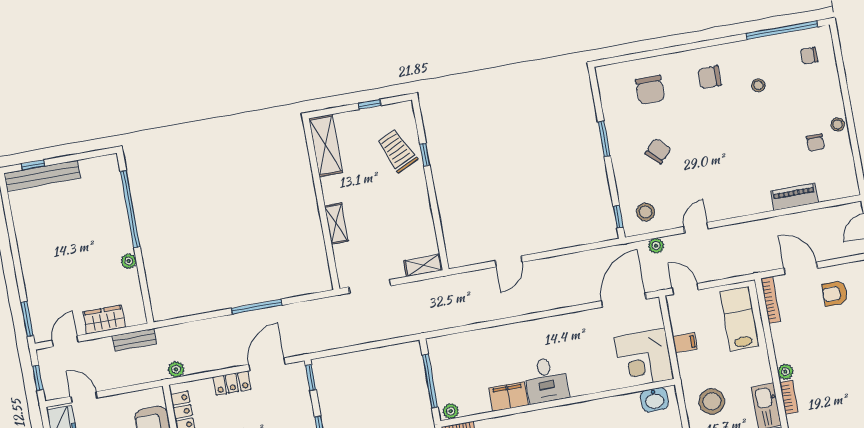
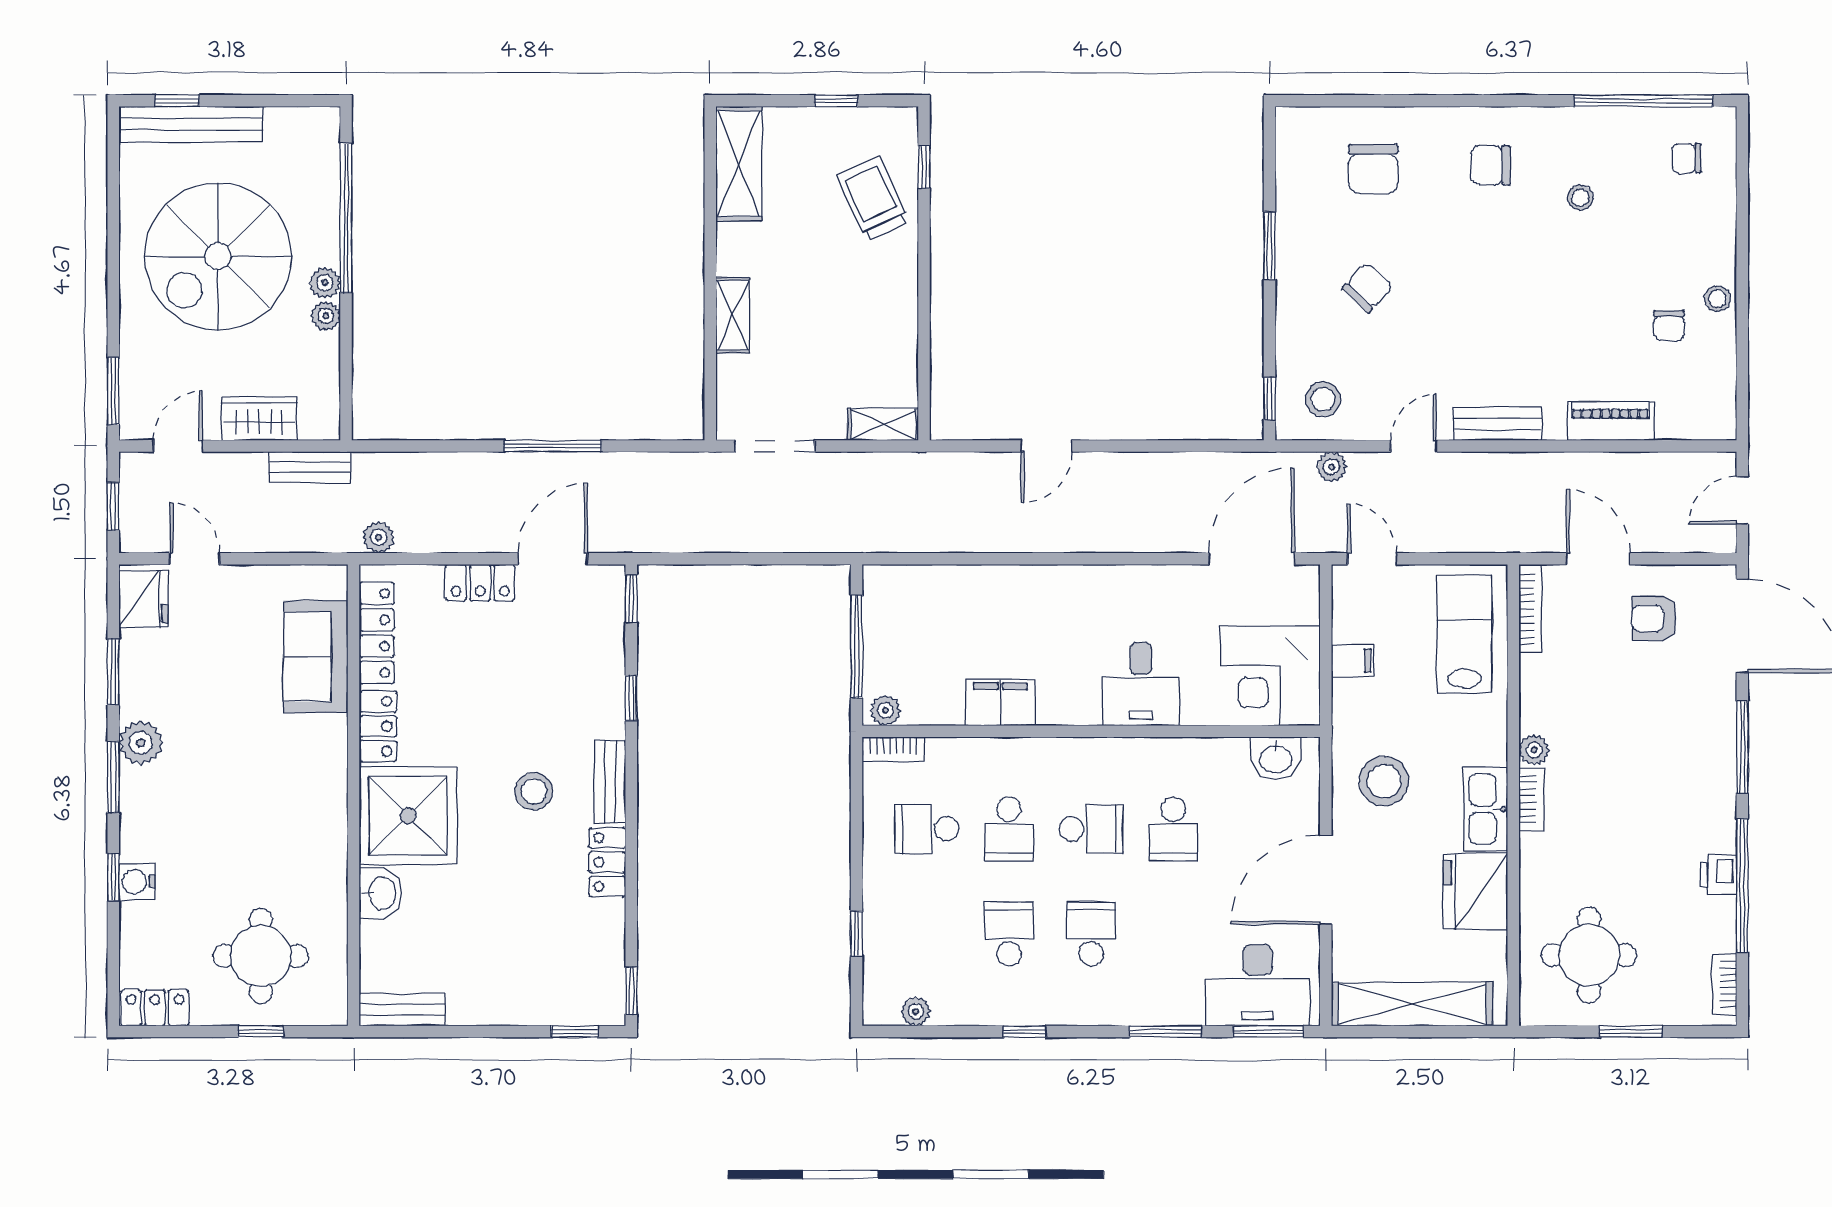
window: (425, 154) -> (924, 167), moved
bench: (737, 208) -> (1498, 424), added
spiral stairs: (68, 241) -> (218, 256), added
plant: (125, 244) -> (325, 283), added
desk: (546, 380) -> (1141, 684), moved

